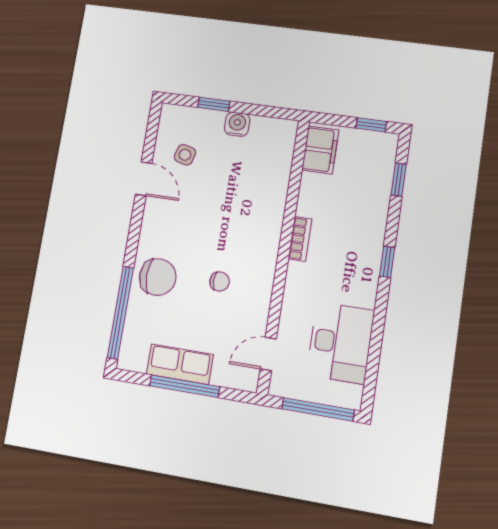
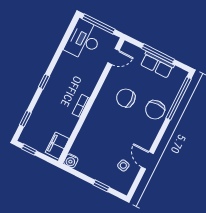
water cooler: (237, 124) -> (71, 161), moved
chair: (158, 277) -> (155, 110), turned -90
chair: (220, 281) -> (126, 98), width x1.87, depth x1.87
desk: (340, 343) -> (84, 40), moved

